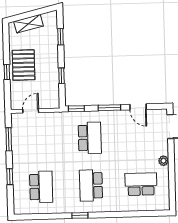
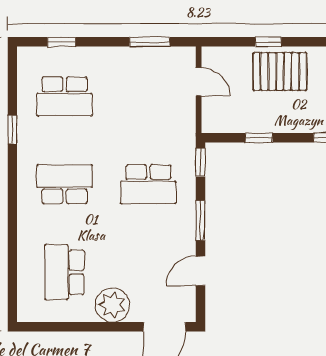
plant: (163, 161) -> (112, 305), width x1.88, depth x1.88
window: (10, 177) -> (61, 42), moved
school desk: (141, 184) -> (64, 272), turned 180
window: (80, 215) -> (12, 130), moved

